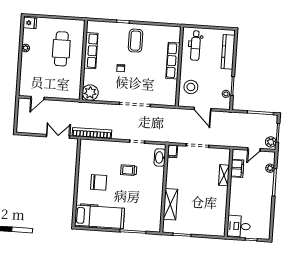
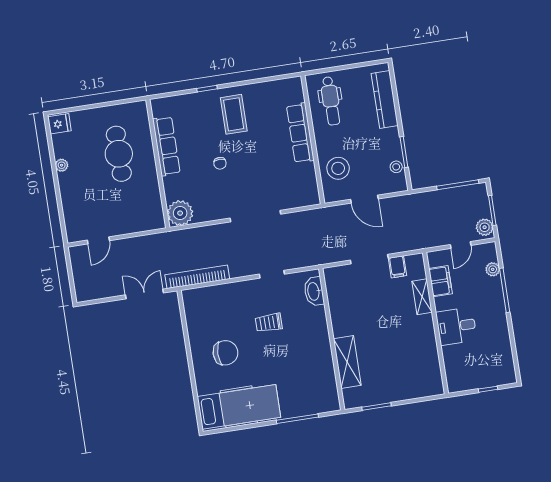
filing cabinet: (172, 151) -> (397, 267), moved
desk: (239, 226) -> (456, 326), moved

